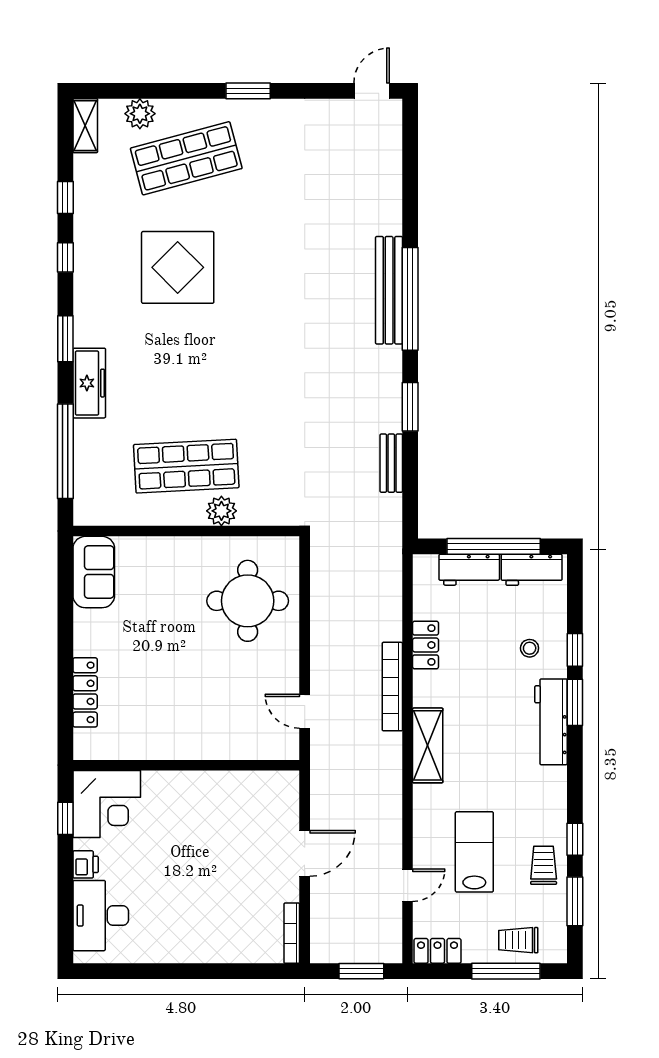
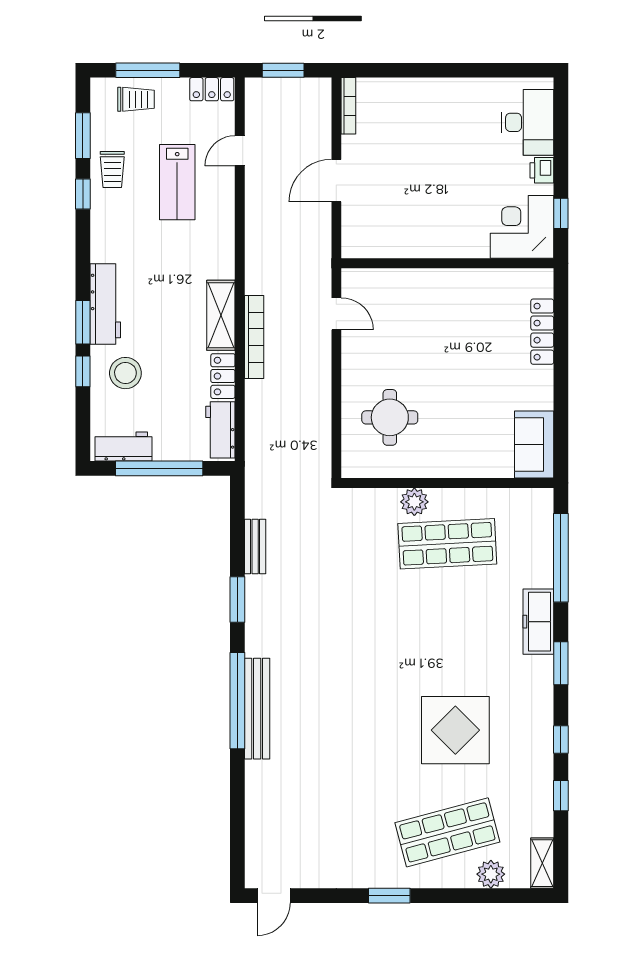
workbench: (469, 570) -> (220, 430), moved, turned -90
round table: (248, 601) -> (390, 417), width x0.73, depth x0.73
stool: (530, 648) -> (125, 373), width x1.89, depth x1.89
shelving: (428, 745) -> (221, 315), moved

